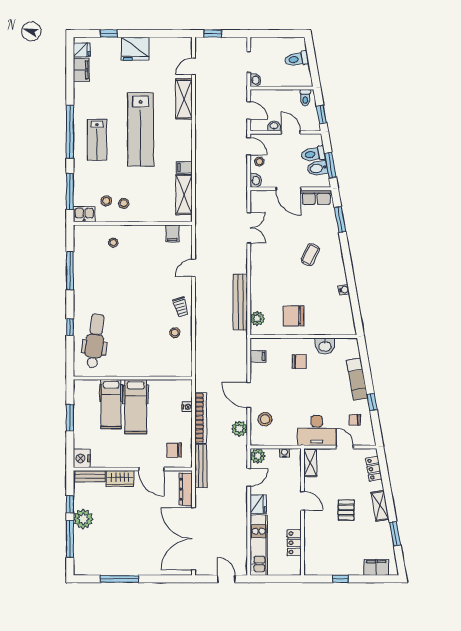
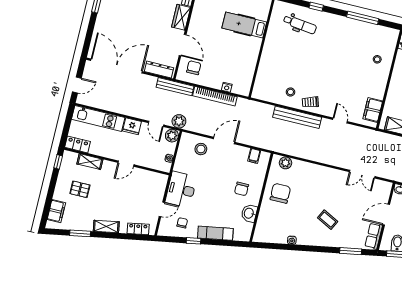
filing cabinet: (172, 234) -> (373, 110), width x2.00
bench: (240, 302) -> (297, 117), moved
dental chair: (95, 341) -> (300, 24), width x0.73, depth x0.72
hospital bed: (136, 407) -> (237, 45), removed
plant: (239, 429) -> (179, 121), moved
shelving: (310, 463) -> (90, 162), moved
door: (151, 469) -> (183, 45), swing flipped
pallet: (346, 510) -> (80, 189), moved
locker: (294, 543) -> (77, 144), moved
window: (340, 579) -> (58, 162), moved

